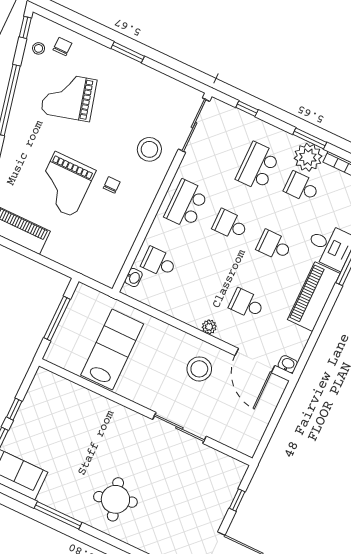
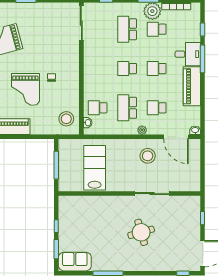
stool: (149, 149) -> (66, 119), moved
school desk: (186, 204) -> (127, 108), moved
round table: (115, 499) -> (141, 232), moved

